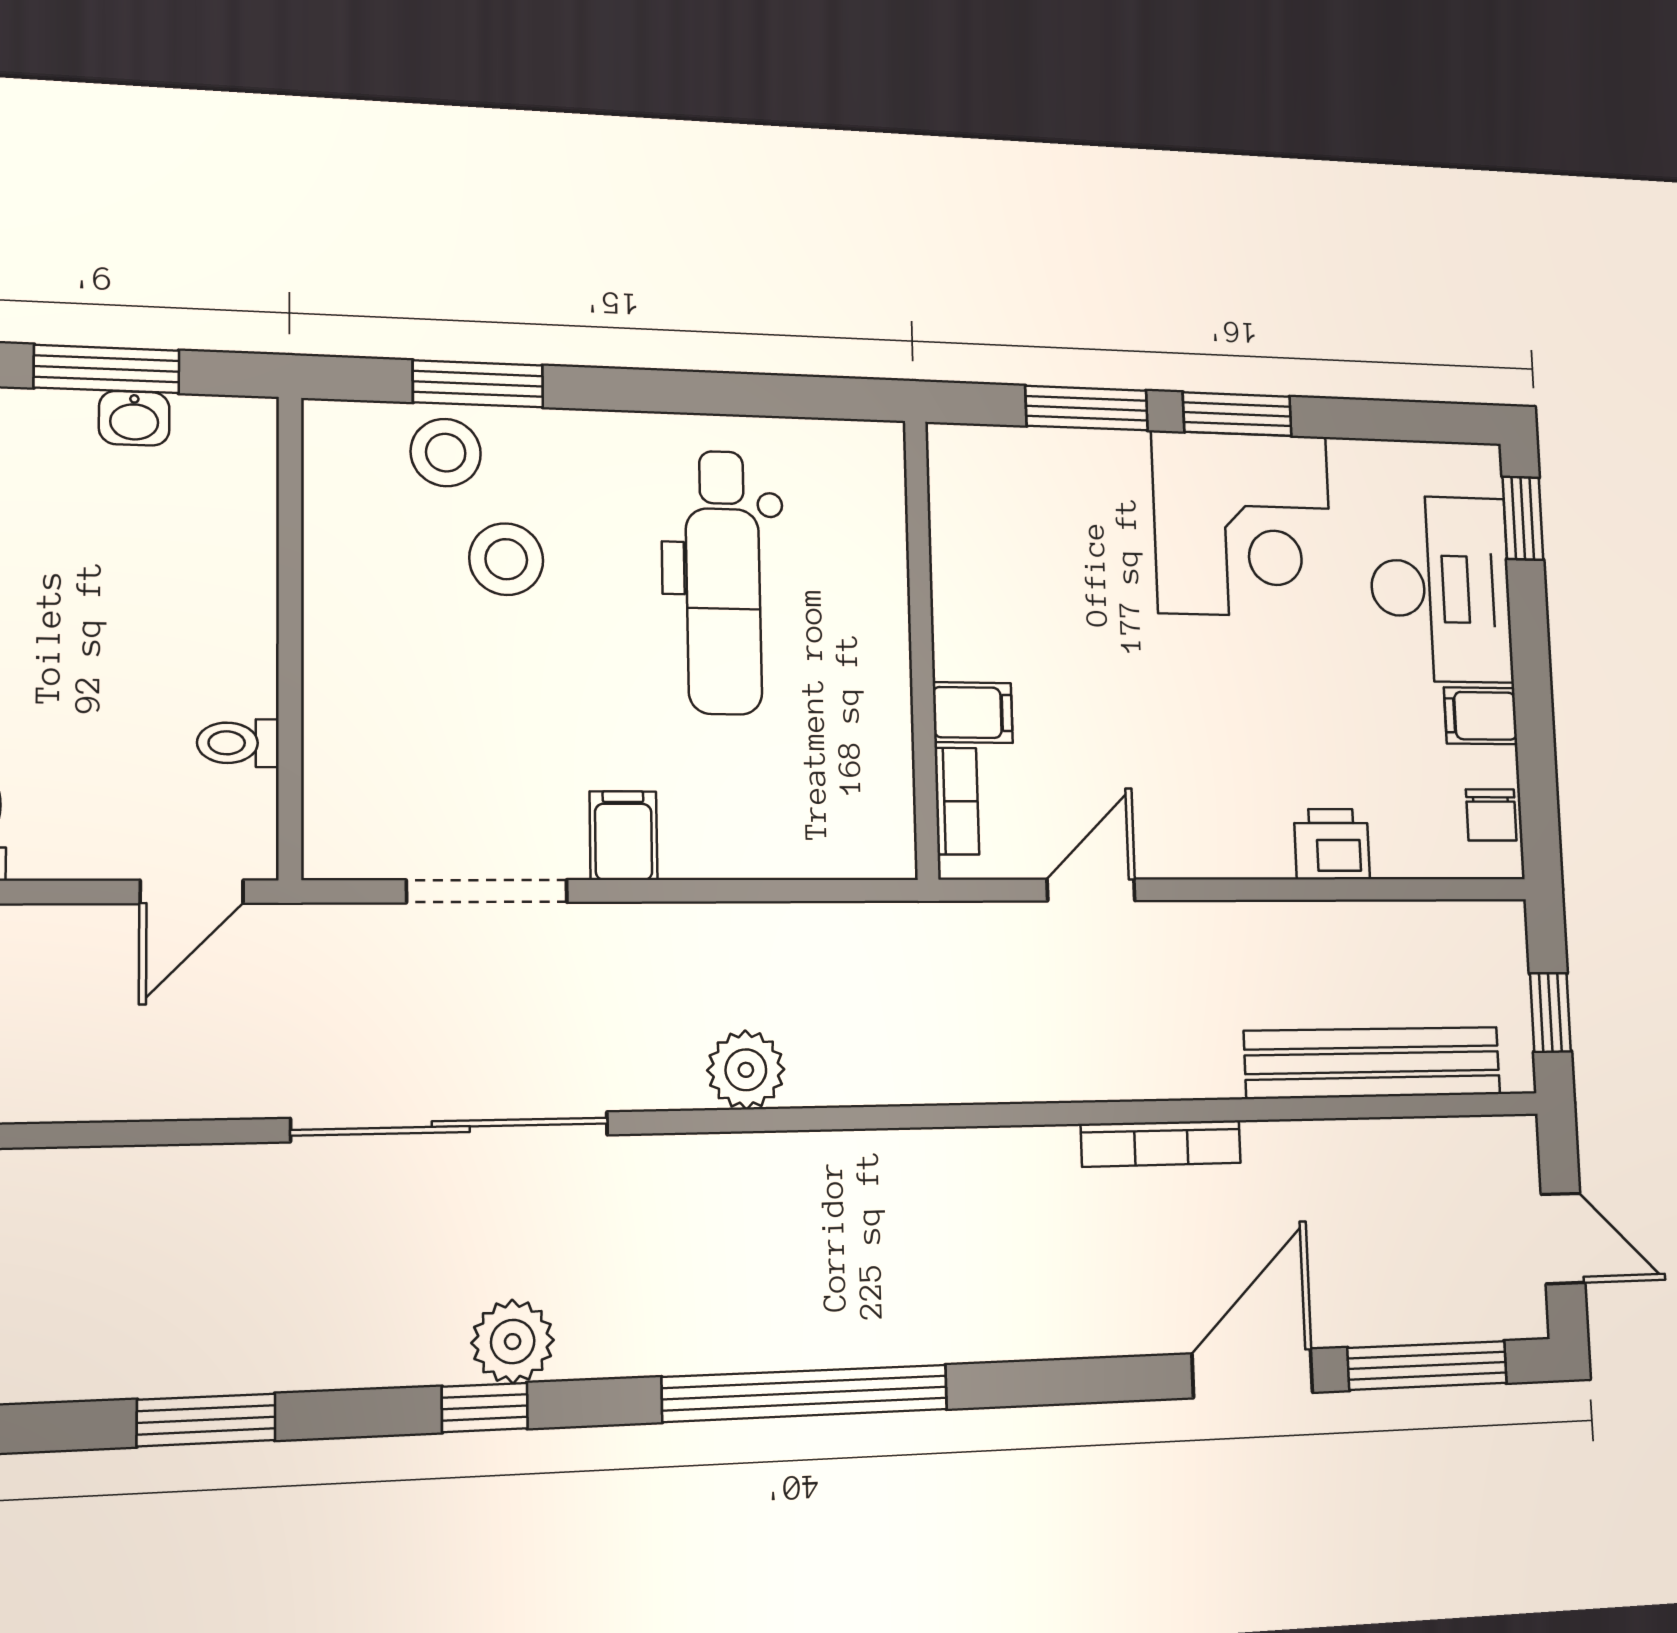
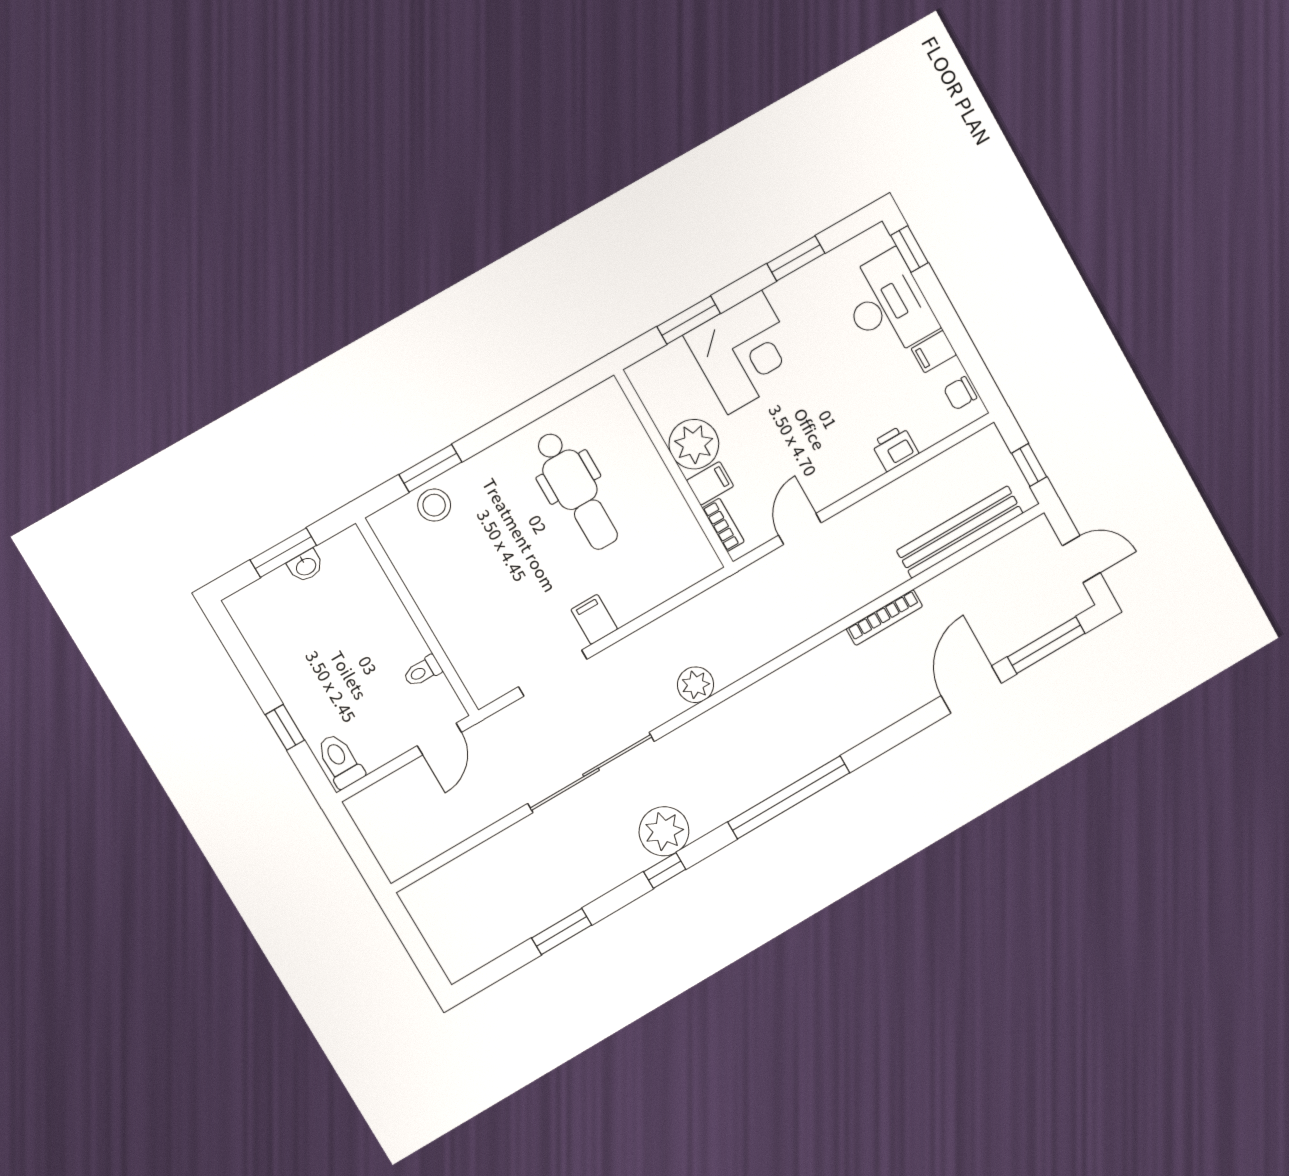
window: (1237, 414) -> (796, 258), moved
corner desk: (1243, 524) -> (745, 352), moved
stool: (506, 559) -> (483, 535), removed
plant: (981, 626) -> (694, 444), added
chair: (1491, 815) -> (960, 393), turned 90
plant: (513, 1342) -> (664, 831), width x1.36, depth x1.36

